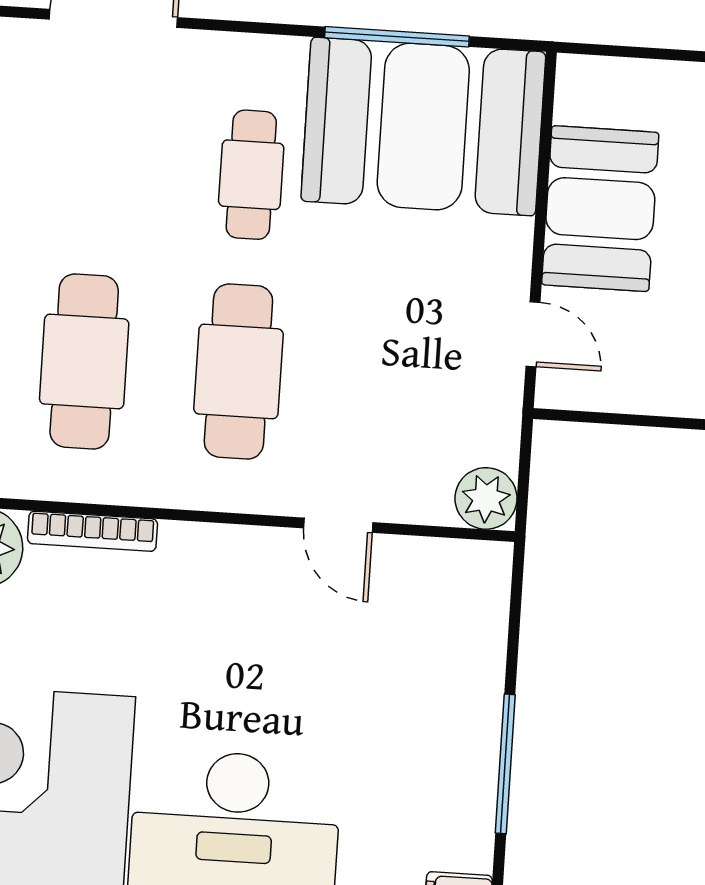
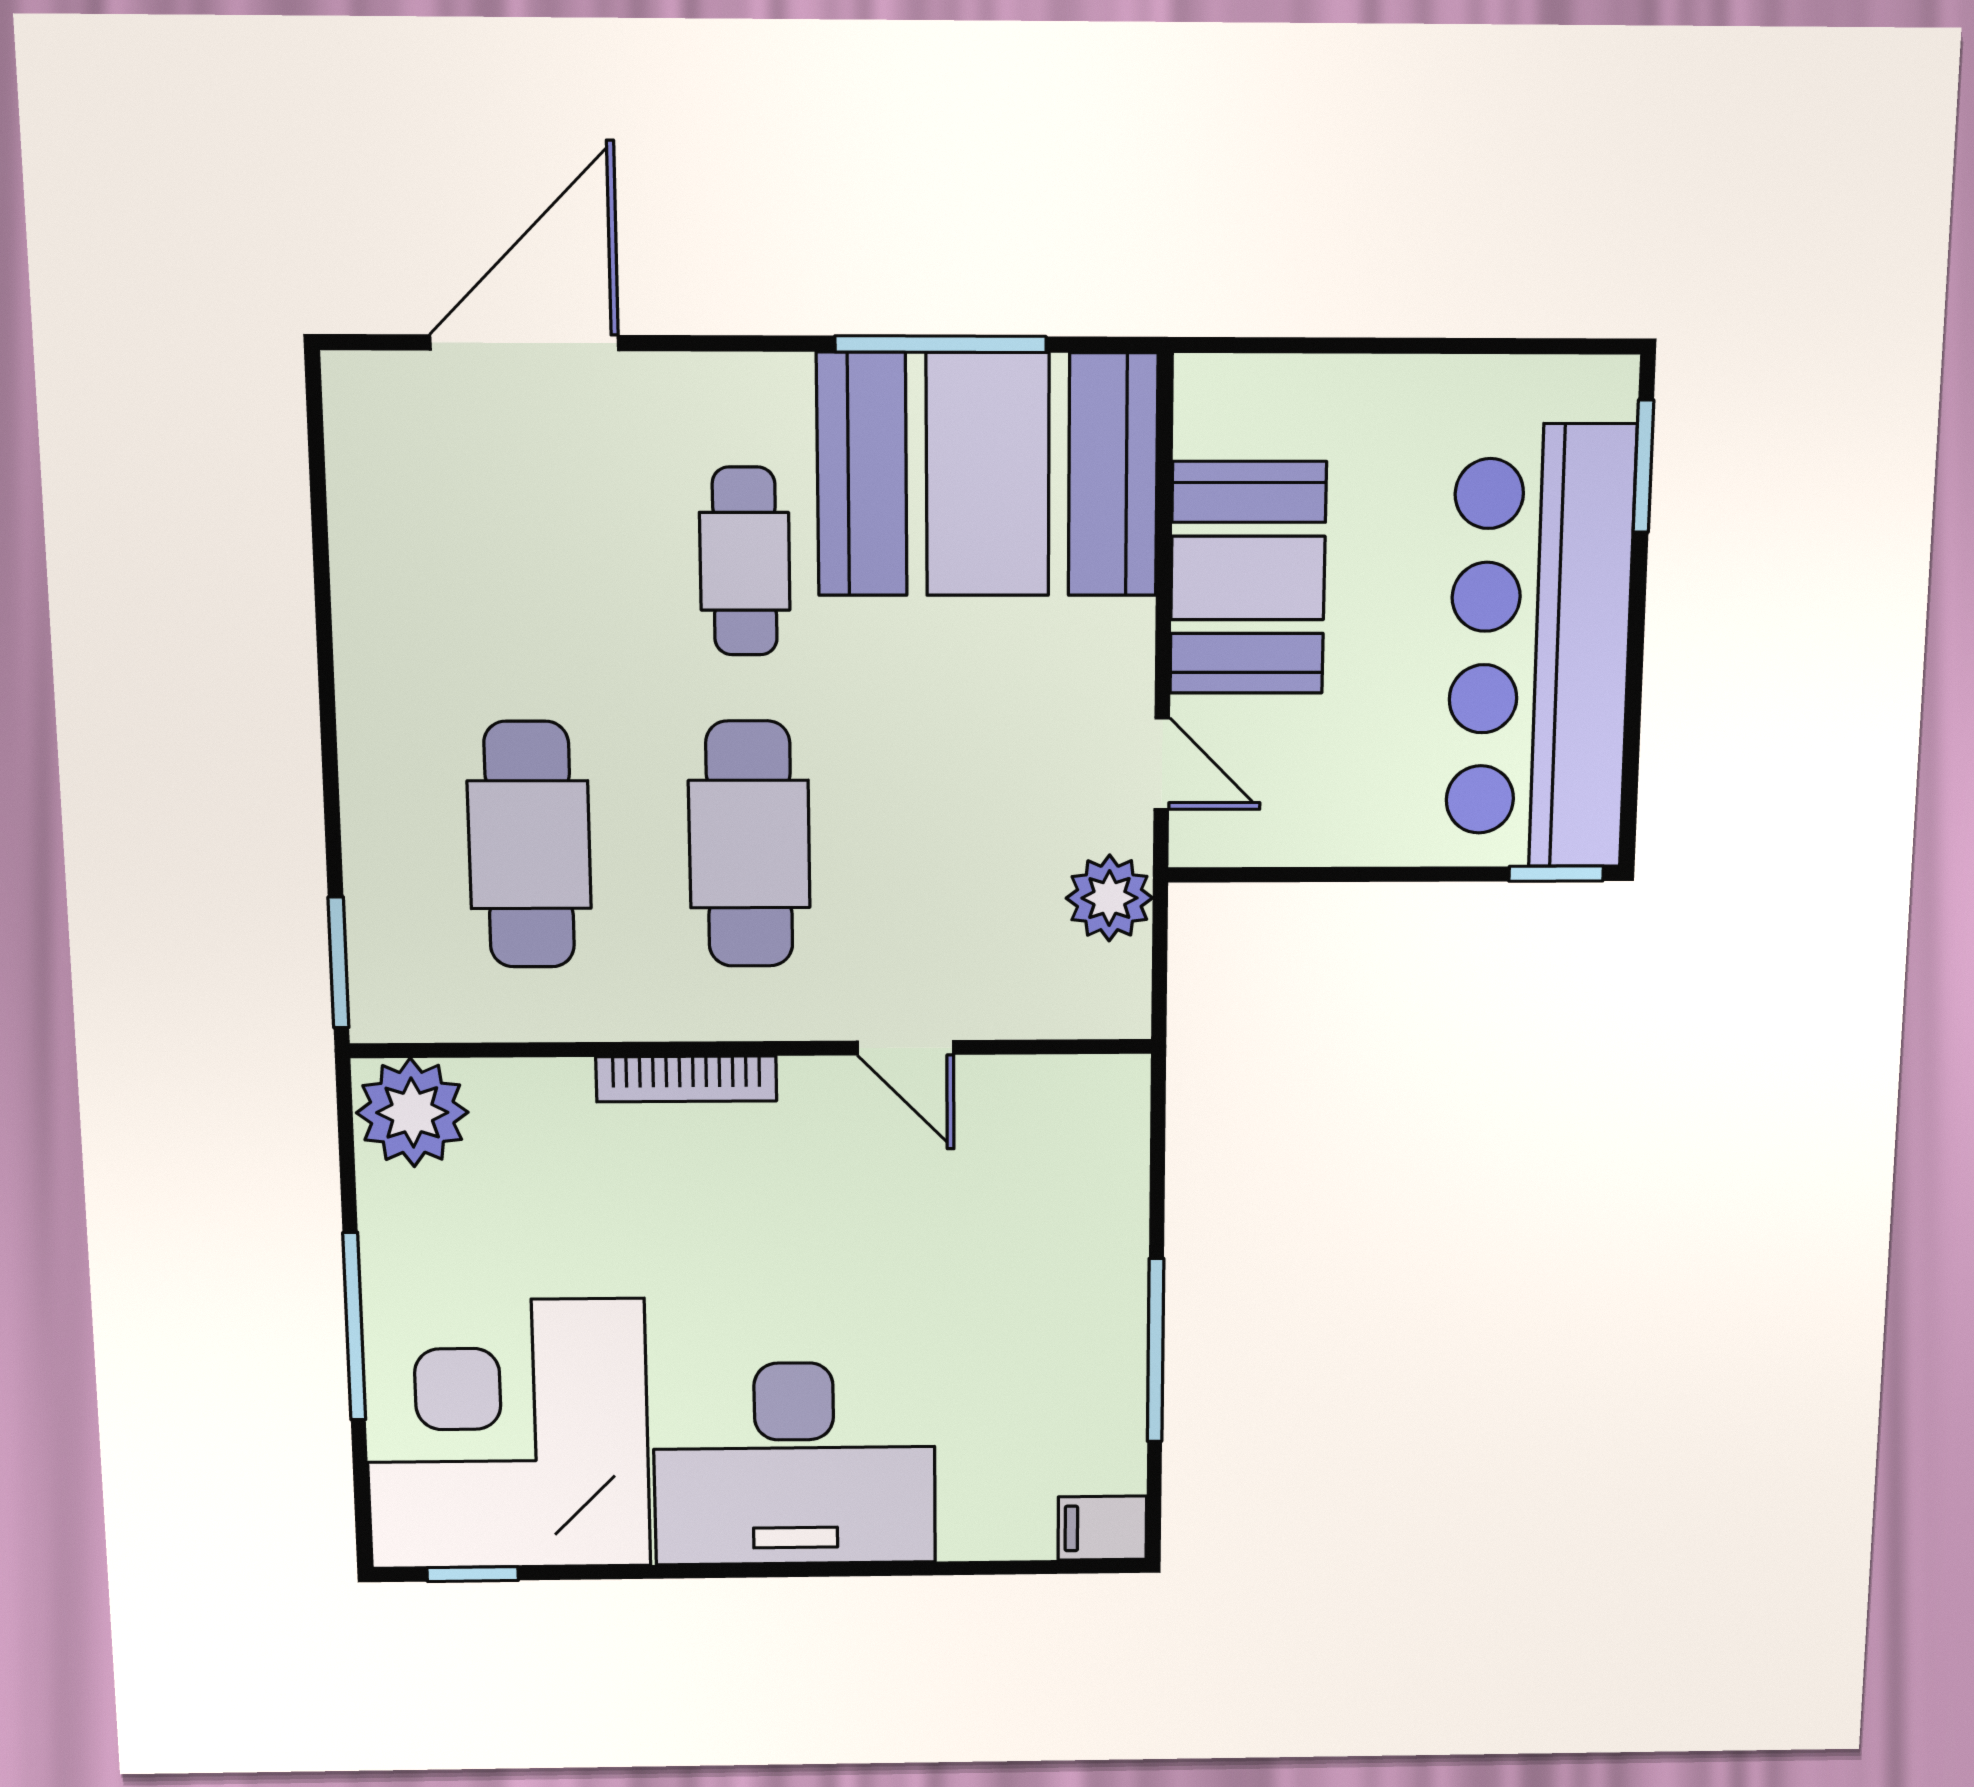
plant: (486, 498) -> (1109, 898), moved
bookcase: (92, 531) -> (686, 1079), moved

